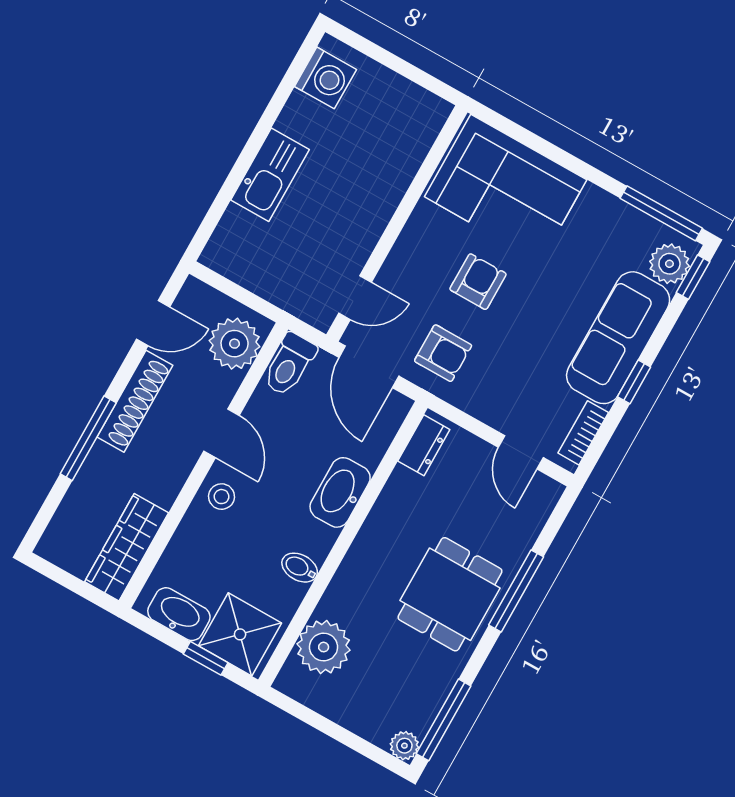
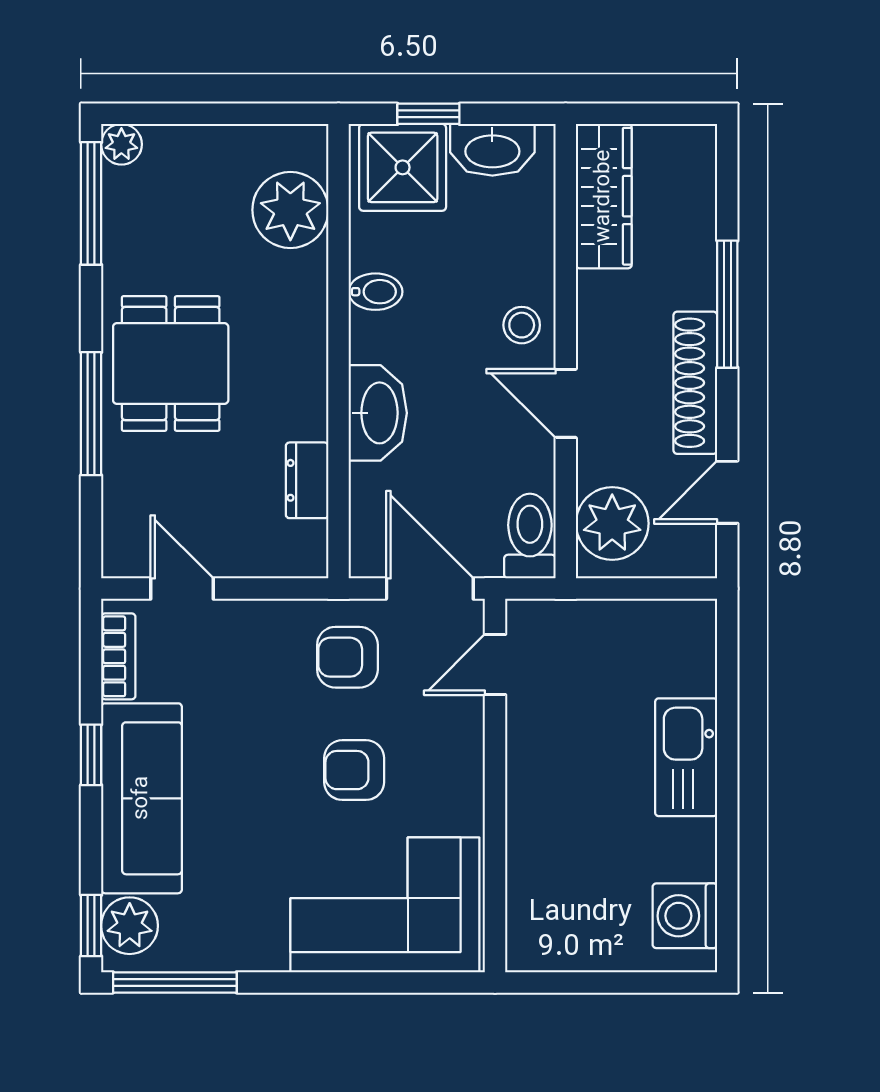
armchair: (478, 282) -> (354, 770), turned 90
dresser: (424, 445) -> (307, 480), moved

